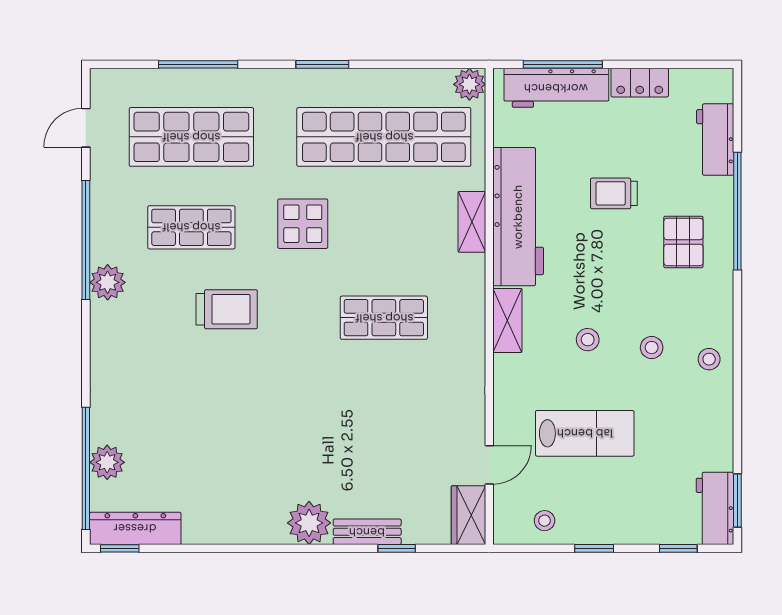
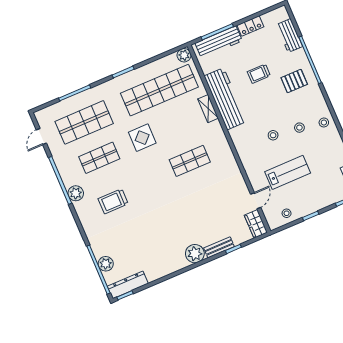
pallet: (683, 242) -> (294, 81), turned 90
trolley: (227, 309) -> (113, 201), moved, turned 180
shelving: (507, 320) -> (238, 141), removed

